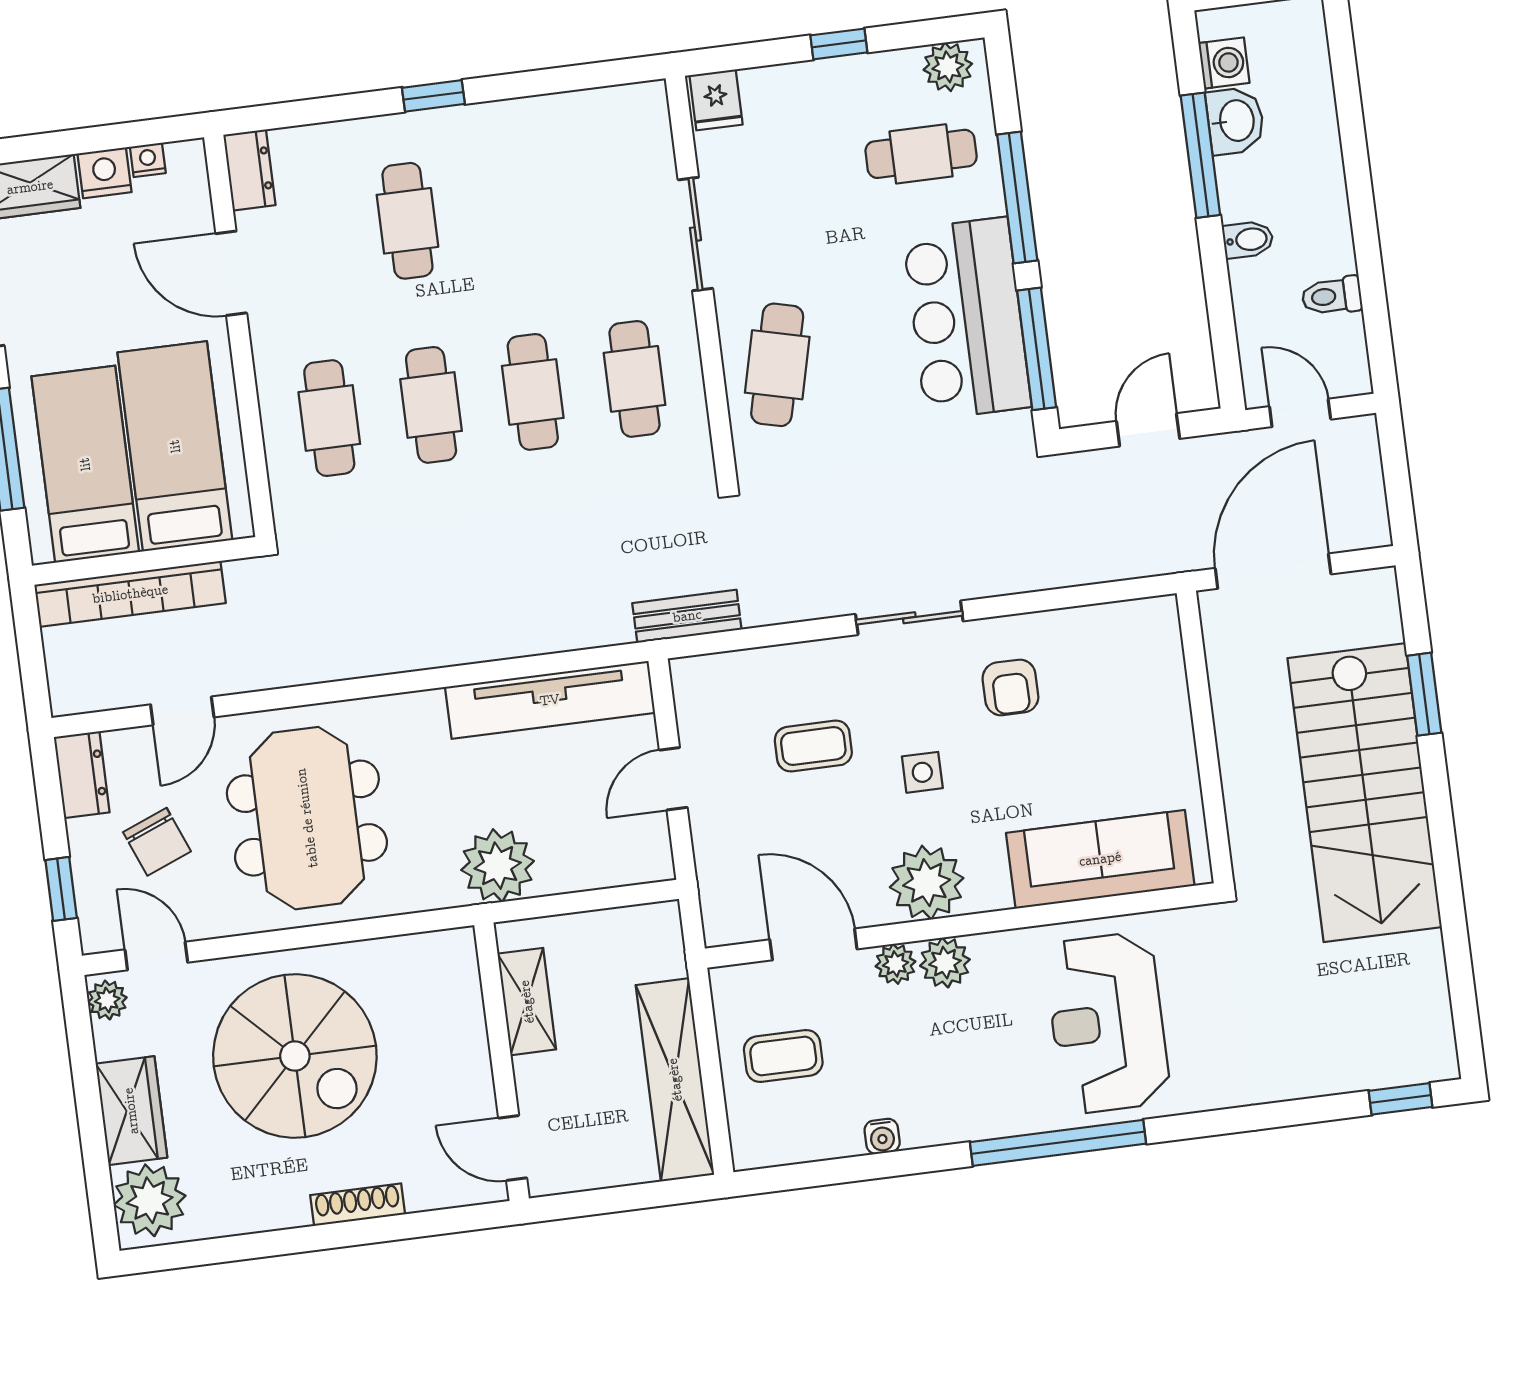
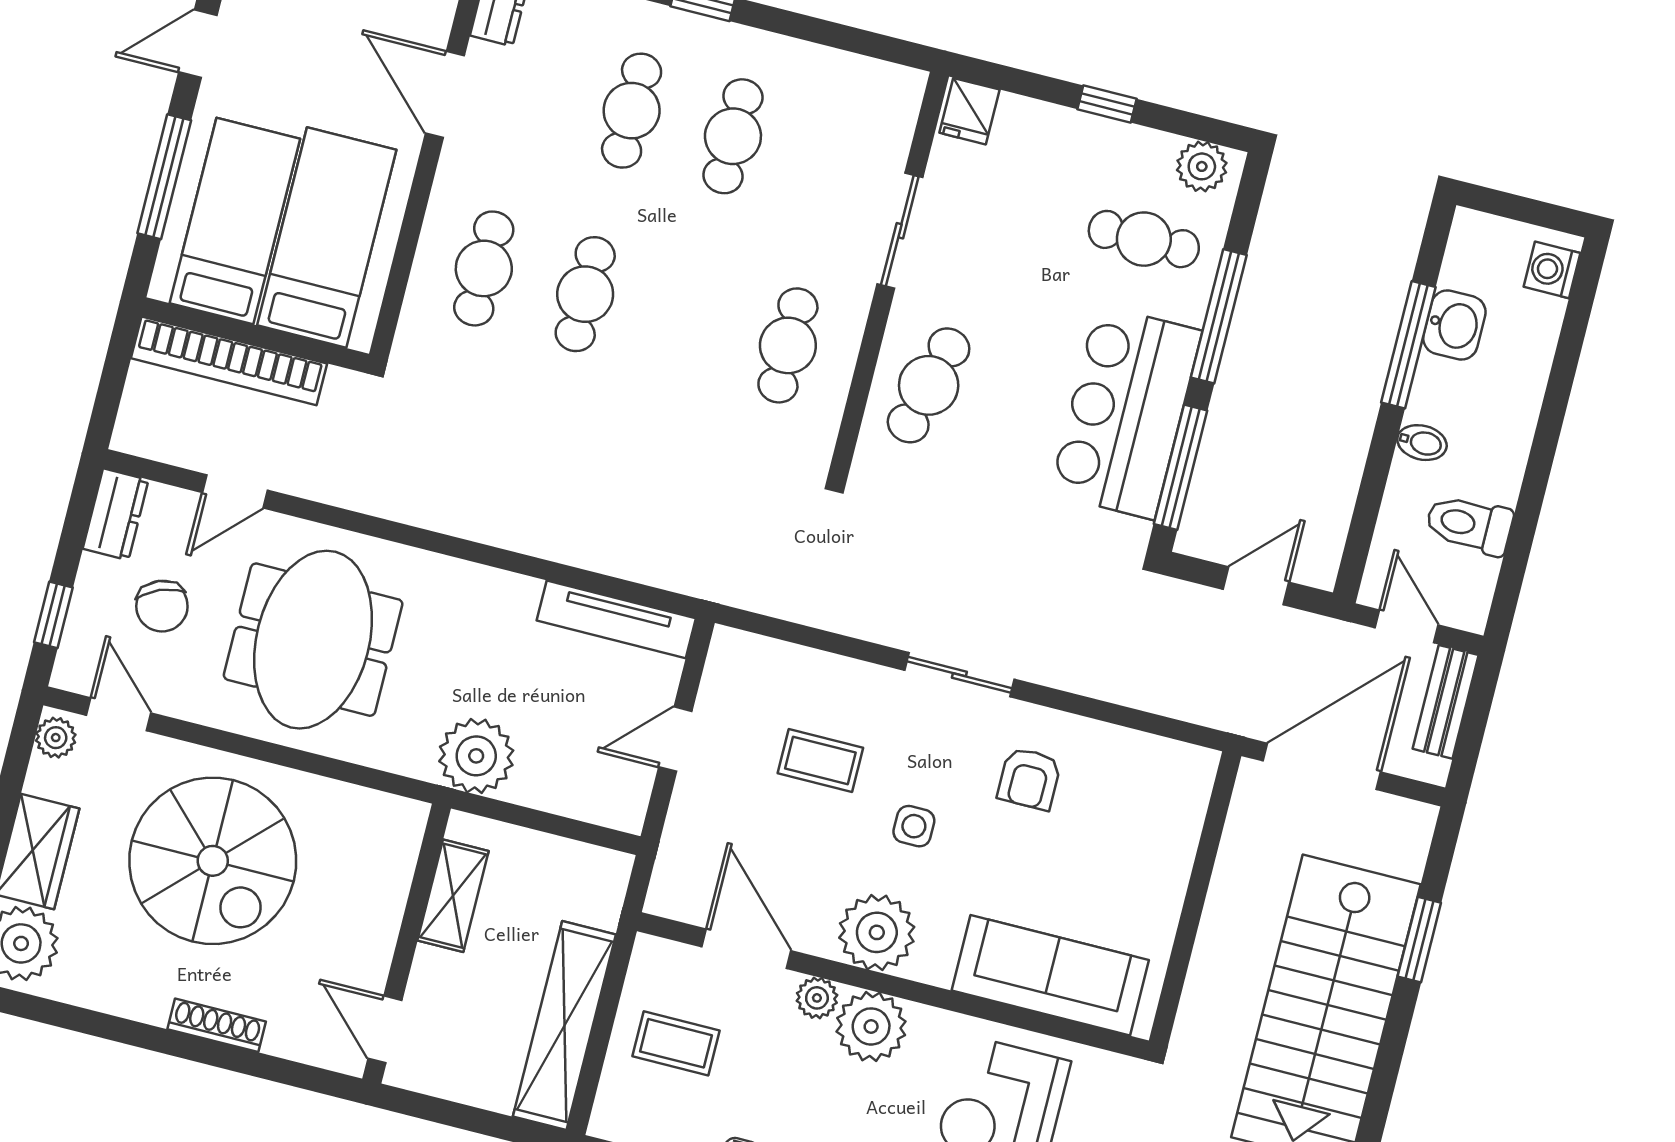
washing machine: (1224, 63) -> (1552, 270), moved, turned 180
toilet: (1332, 296) -> (1469, 524), width x1.37, depth x1.39
cafe table: (533, 392) -> (733, 136), moved
bench: (687, 616) -> (1446, 702), moved, turned 90
tv unit: (550, 700) -> (616, 619), width x0.73, depth x0.78
plant: (945, 963) -> (871, 1026), width x1.36, depth x1.36

